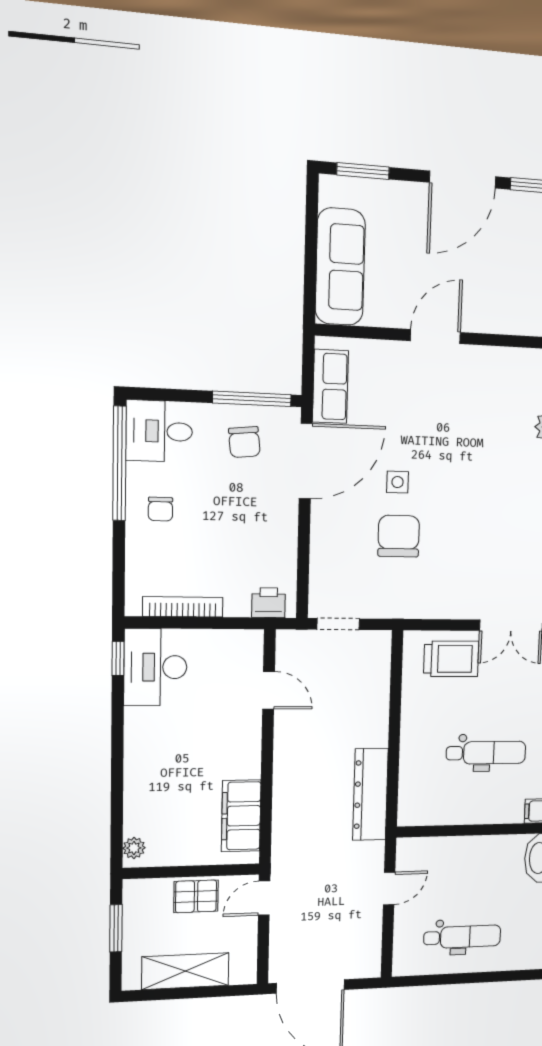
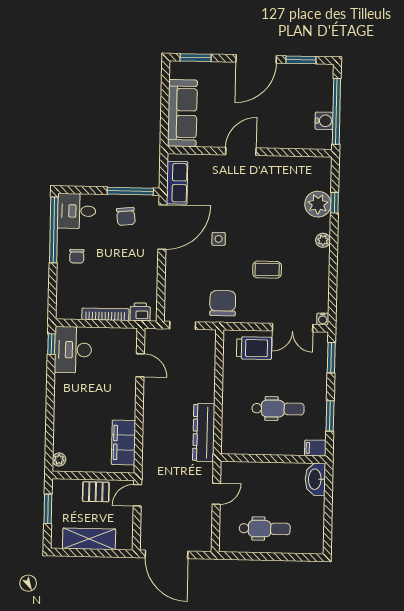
coffee table: (474, 533) -> (267, 270), added
chair: (399, 536) -> (223, 303), moved
bookcase: (183, 607) -> (105, 314), moved

